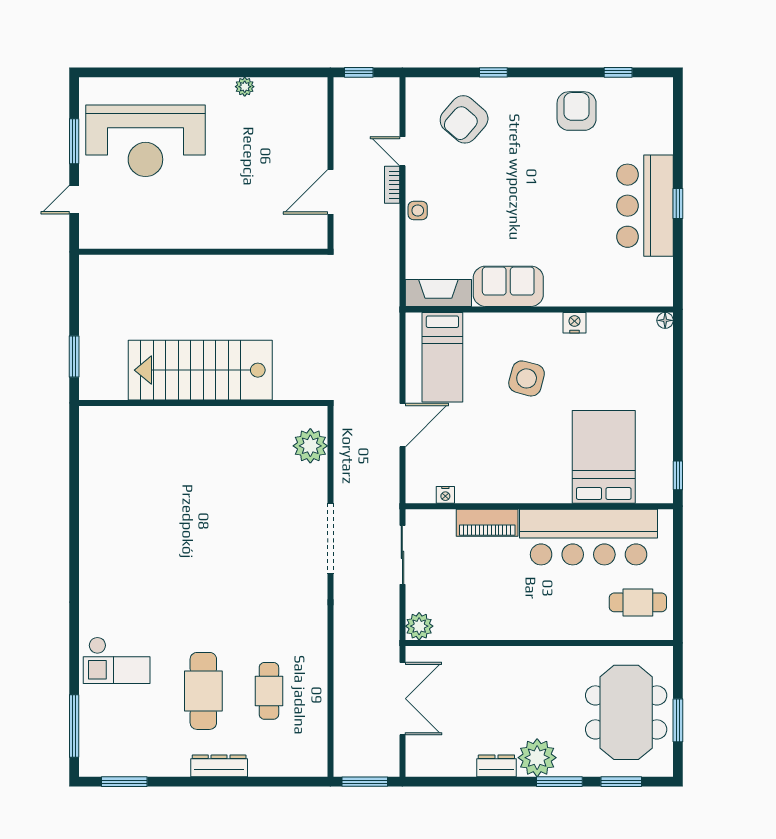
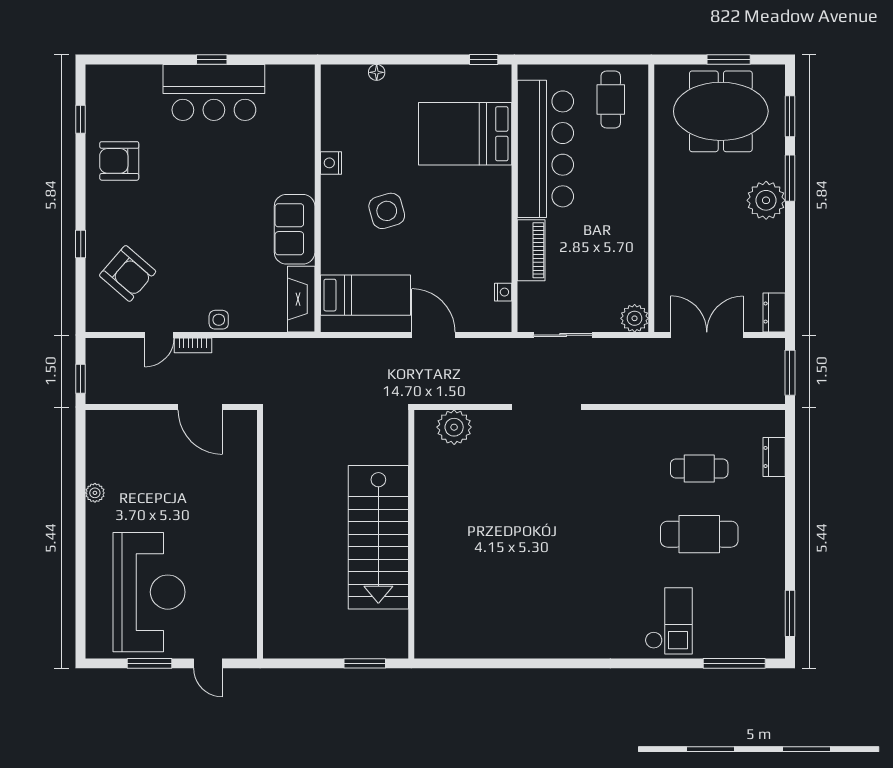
floor lamp: (665, 320) -> (377, 72), moved
side table: (527, 378) -> (387, 211), turned -31
dresser: (219, 766) -> (774, 457), moved, width x0.70
dresser: (496, 766) -> (774, 313), moved

